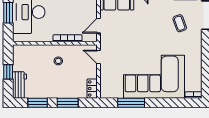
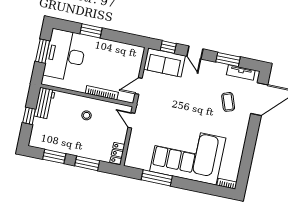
workbench: (19, 85) -> (45, 103), moved

